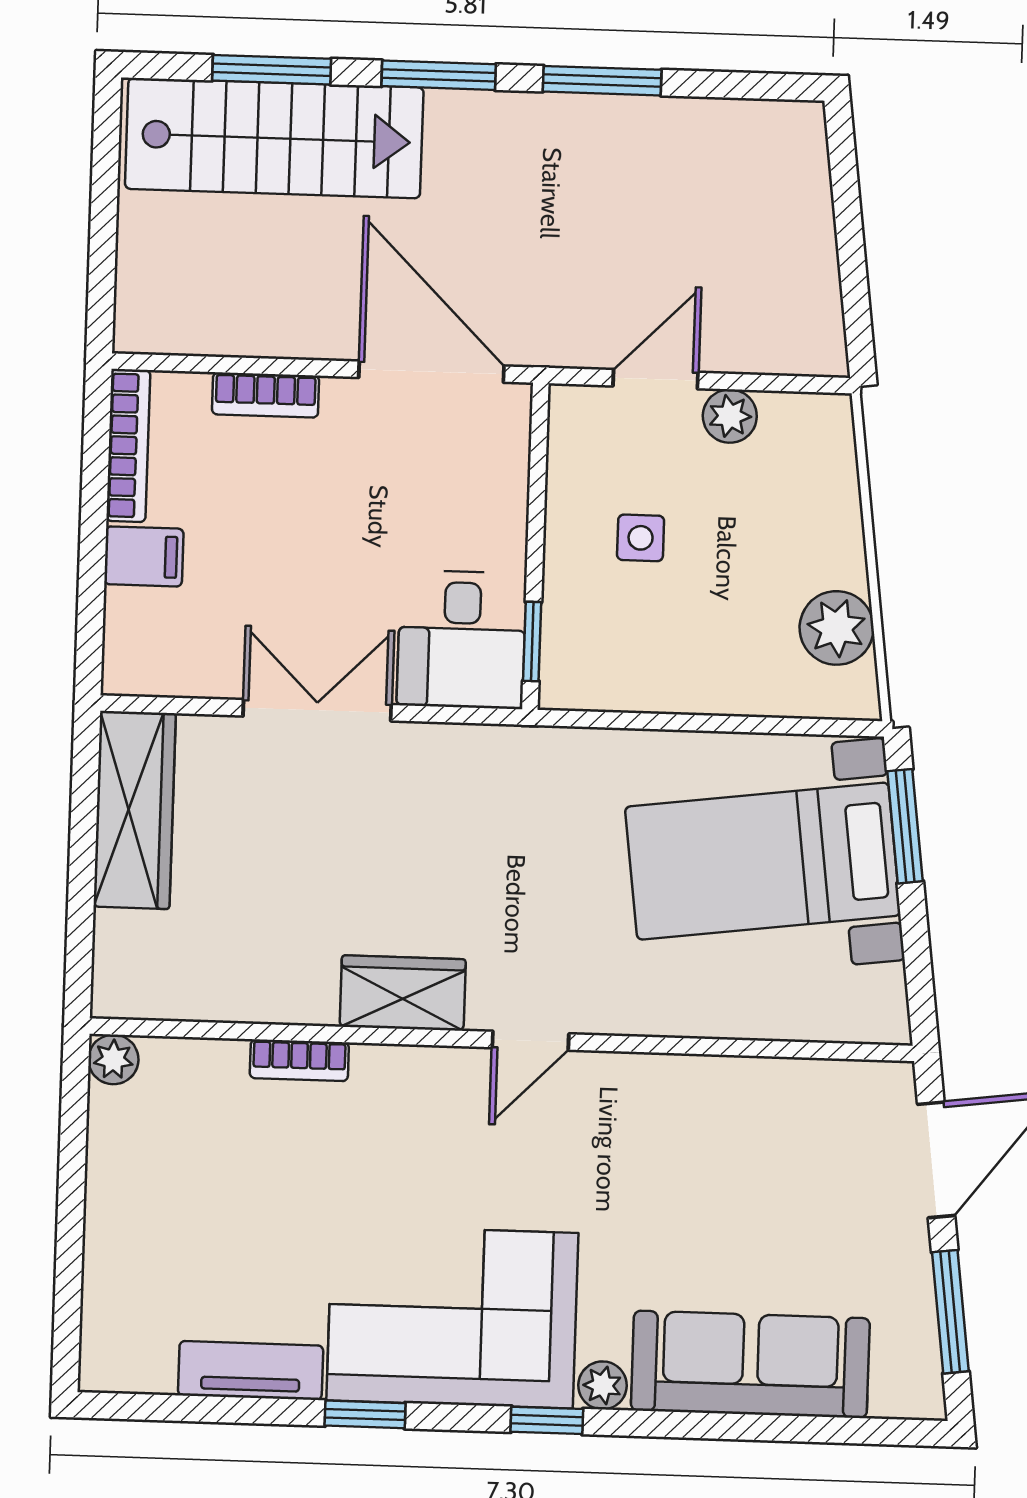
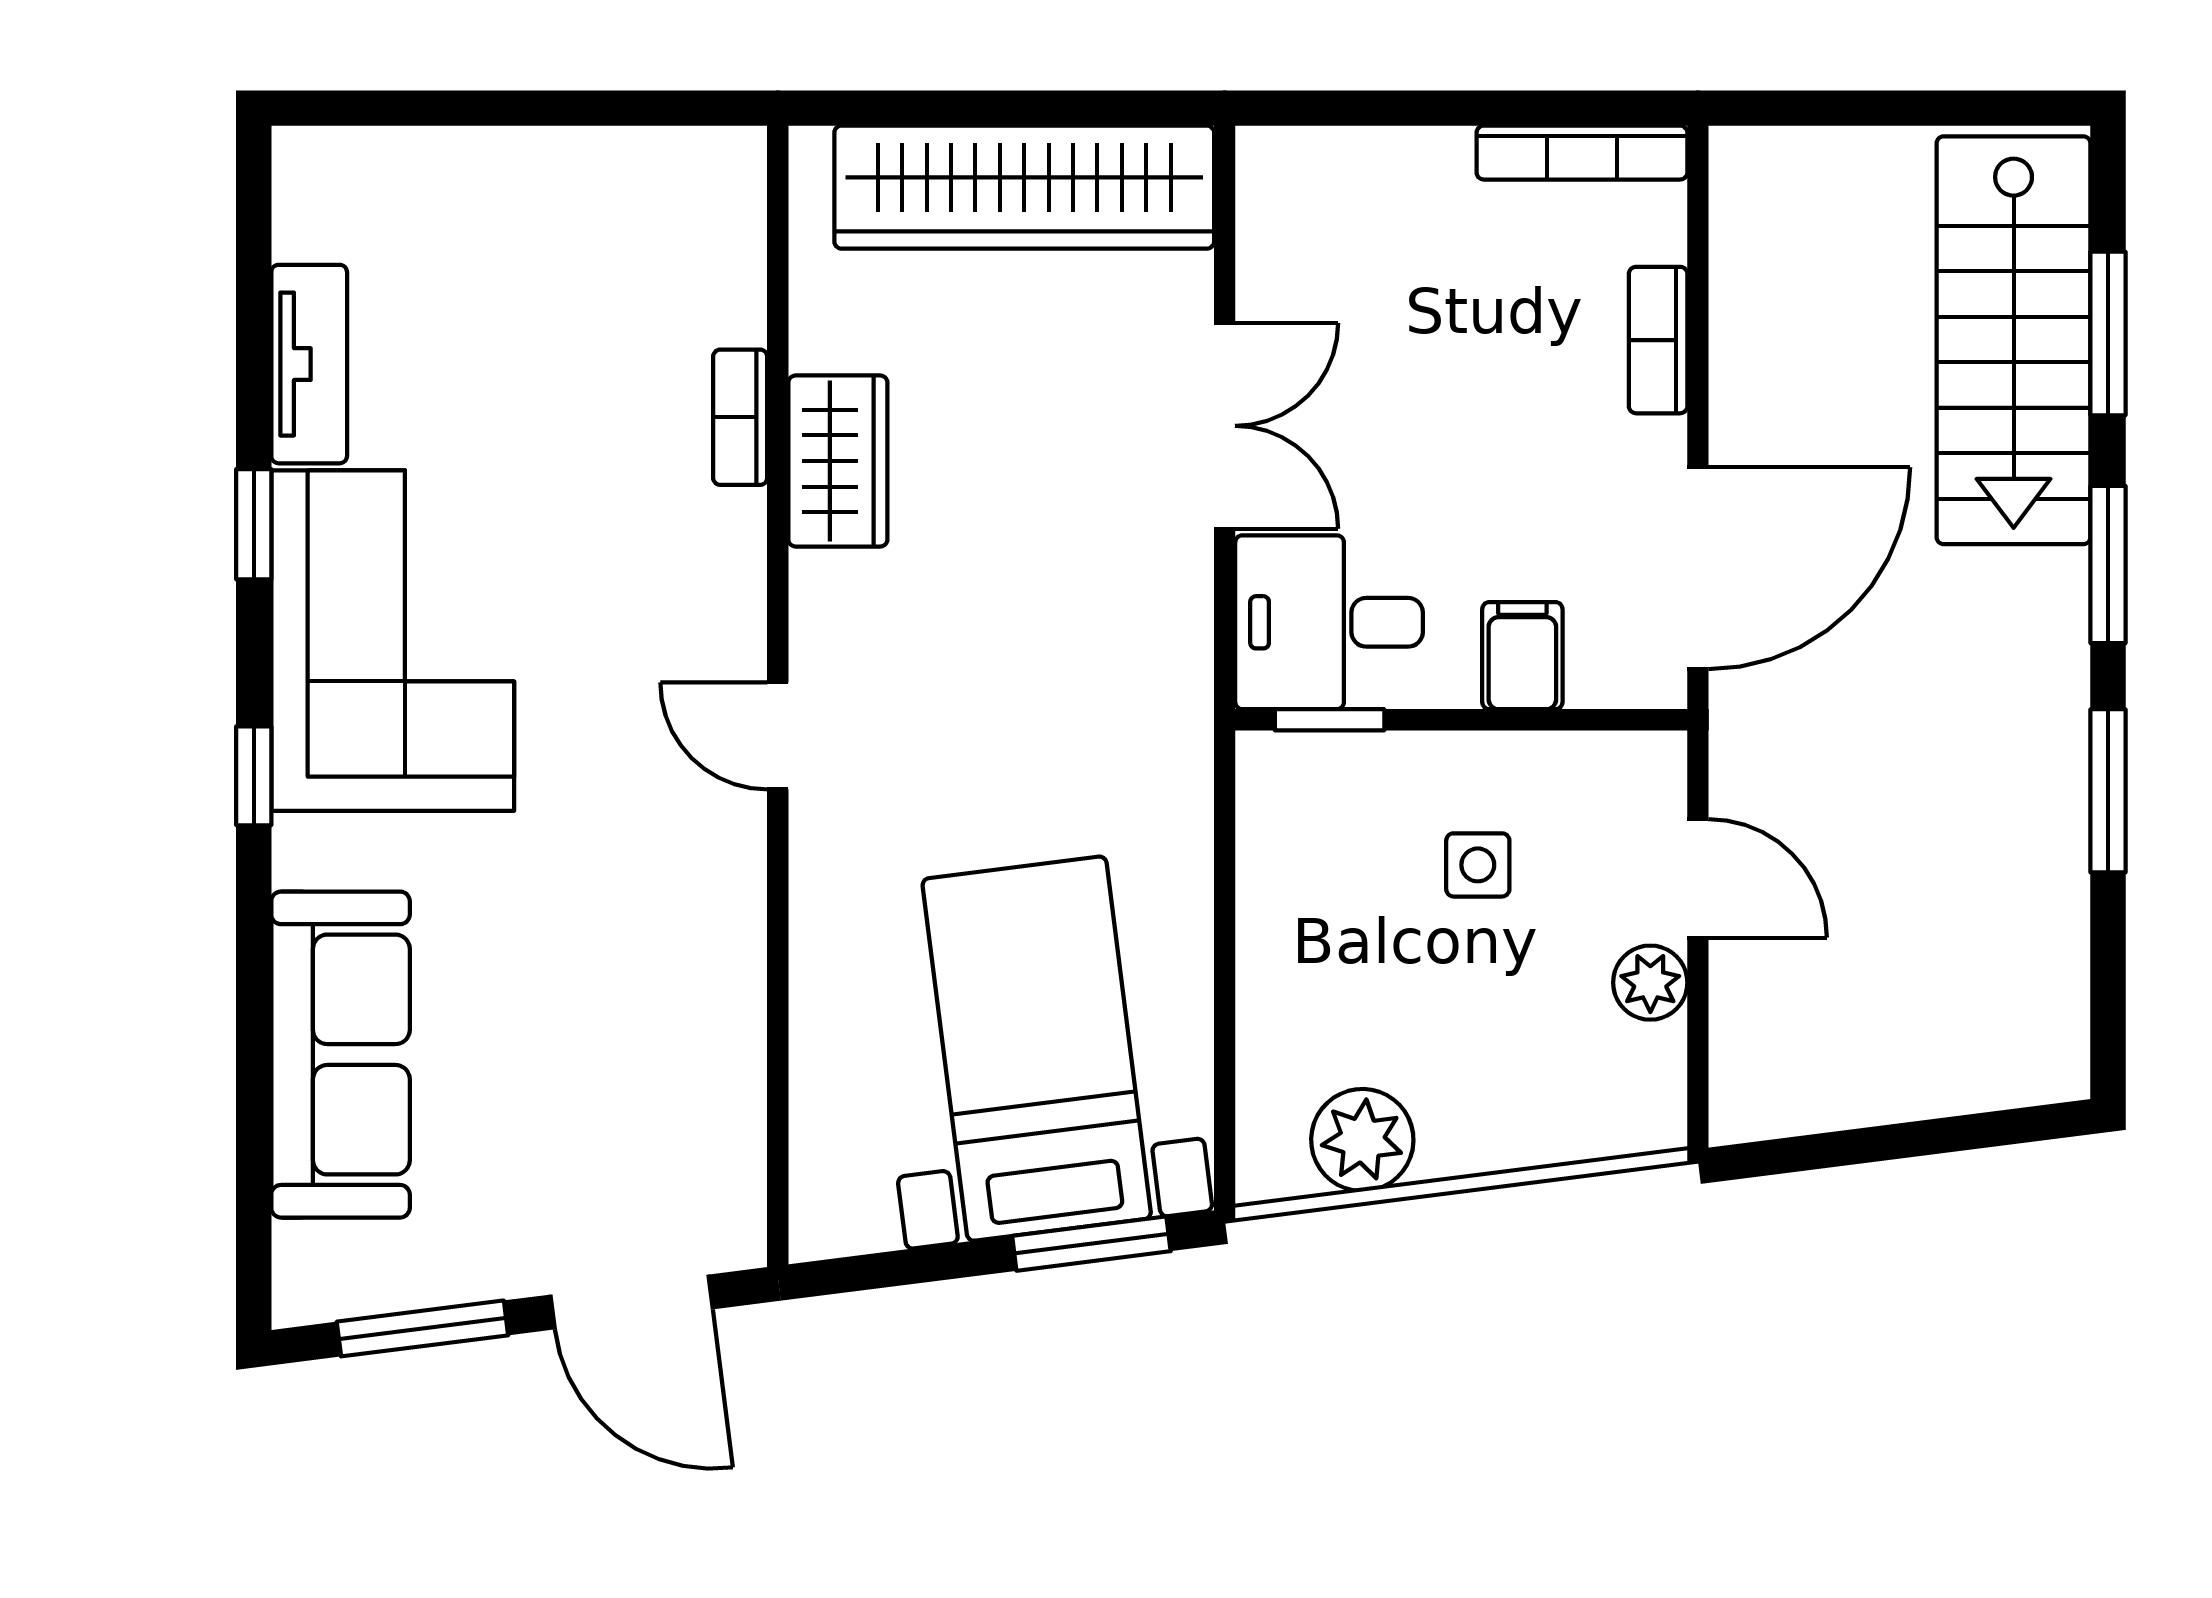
filing cabinet: (144, 556) -> (1522, 656), moved, turned 180
wardrobe: (135, 810) -> (1024, 187), width x1.40, depth x1.17
wardrobe: (403, 993) -> (838, 461), moved
plant: (113, 1059) -> (733, 160), removed
plant: (603, 1385) -> (305, 851), removed

